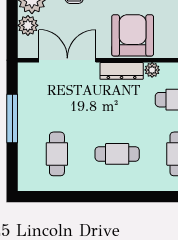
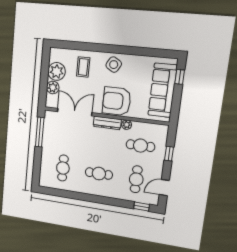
armchair: (133, 35) -> (117, 101), turned -90
window: (12, 118) -> (40, 132), moved

